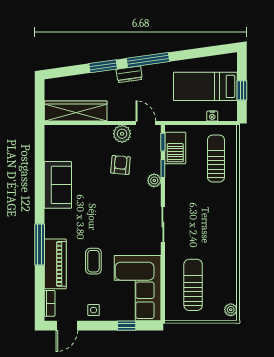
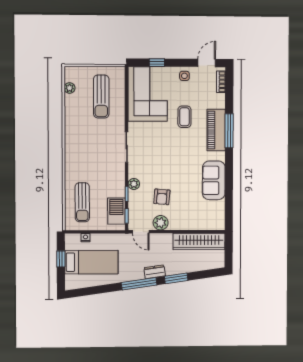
piano: (55, 264) -> (216, 130), moved
plant: (231, 310) -> (70, 88), moved

